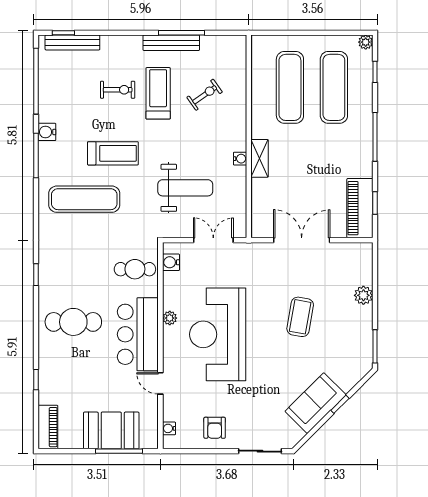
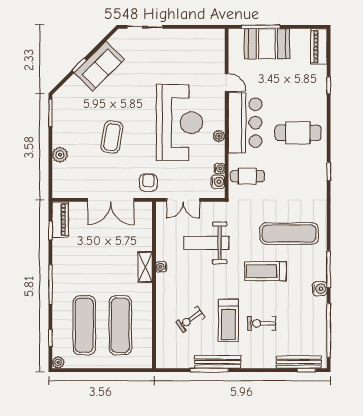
piano: (360, 208) -> (60, 220), width x0.73, depth x0.75
water cooler: (169, 428) -> (219, 168), moved
armchair: (215, 428) -> (148, 183), moved

